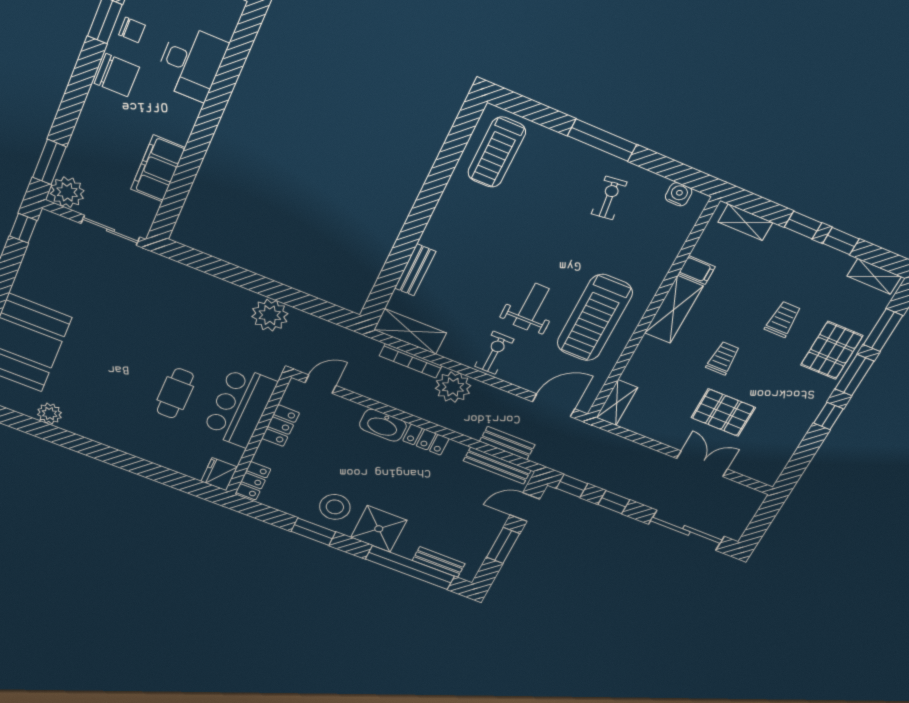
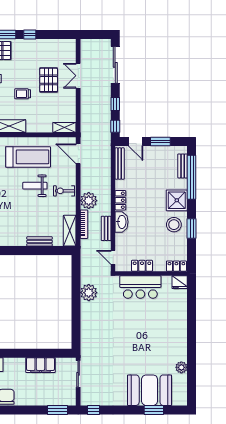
plant: (67, 192) -> (68, 398), removed
cafe table: (175, 393) -> (146, 317), removed
bench: (507, 443) -> (106, 228), moved

